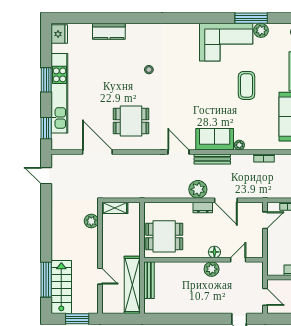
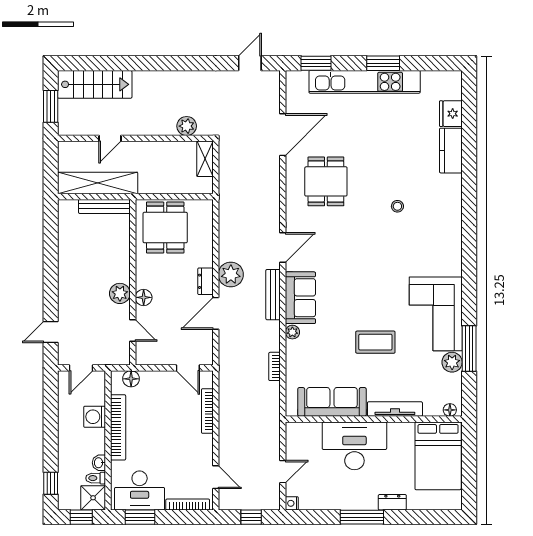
fridge: (59, 34) -> (451, 114), moved, turned 90
floor lamp: (273, 261) -> (131, 379), added
window: (46, 280) -> (105, 63), removed

